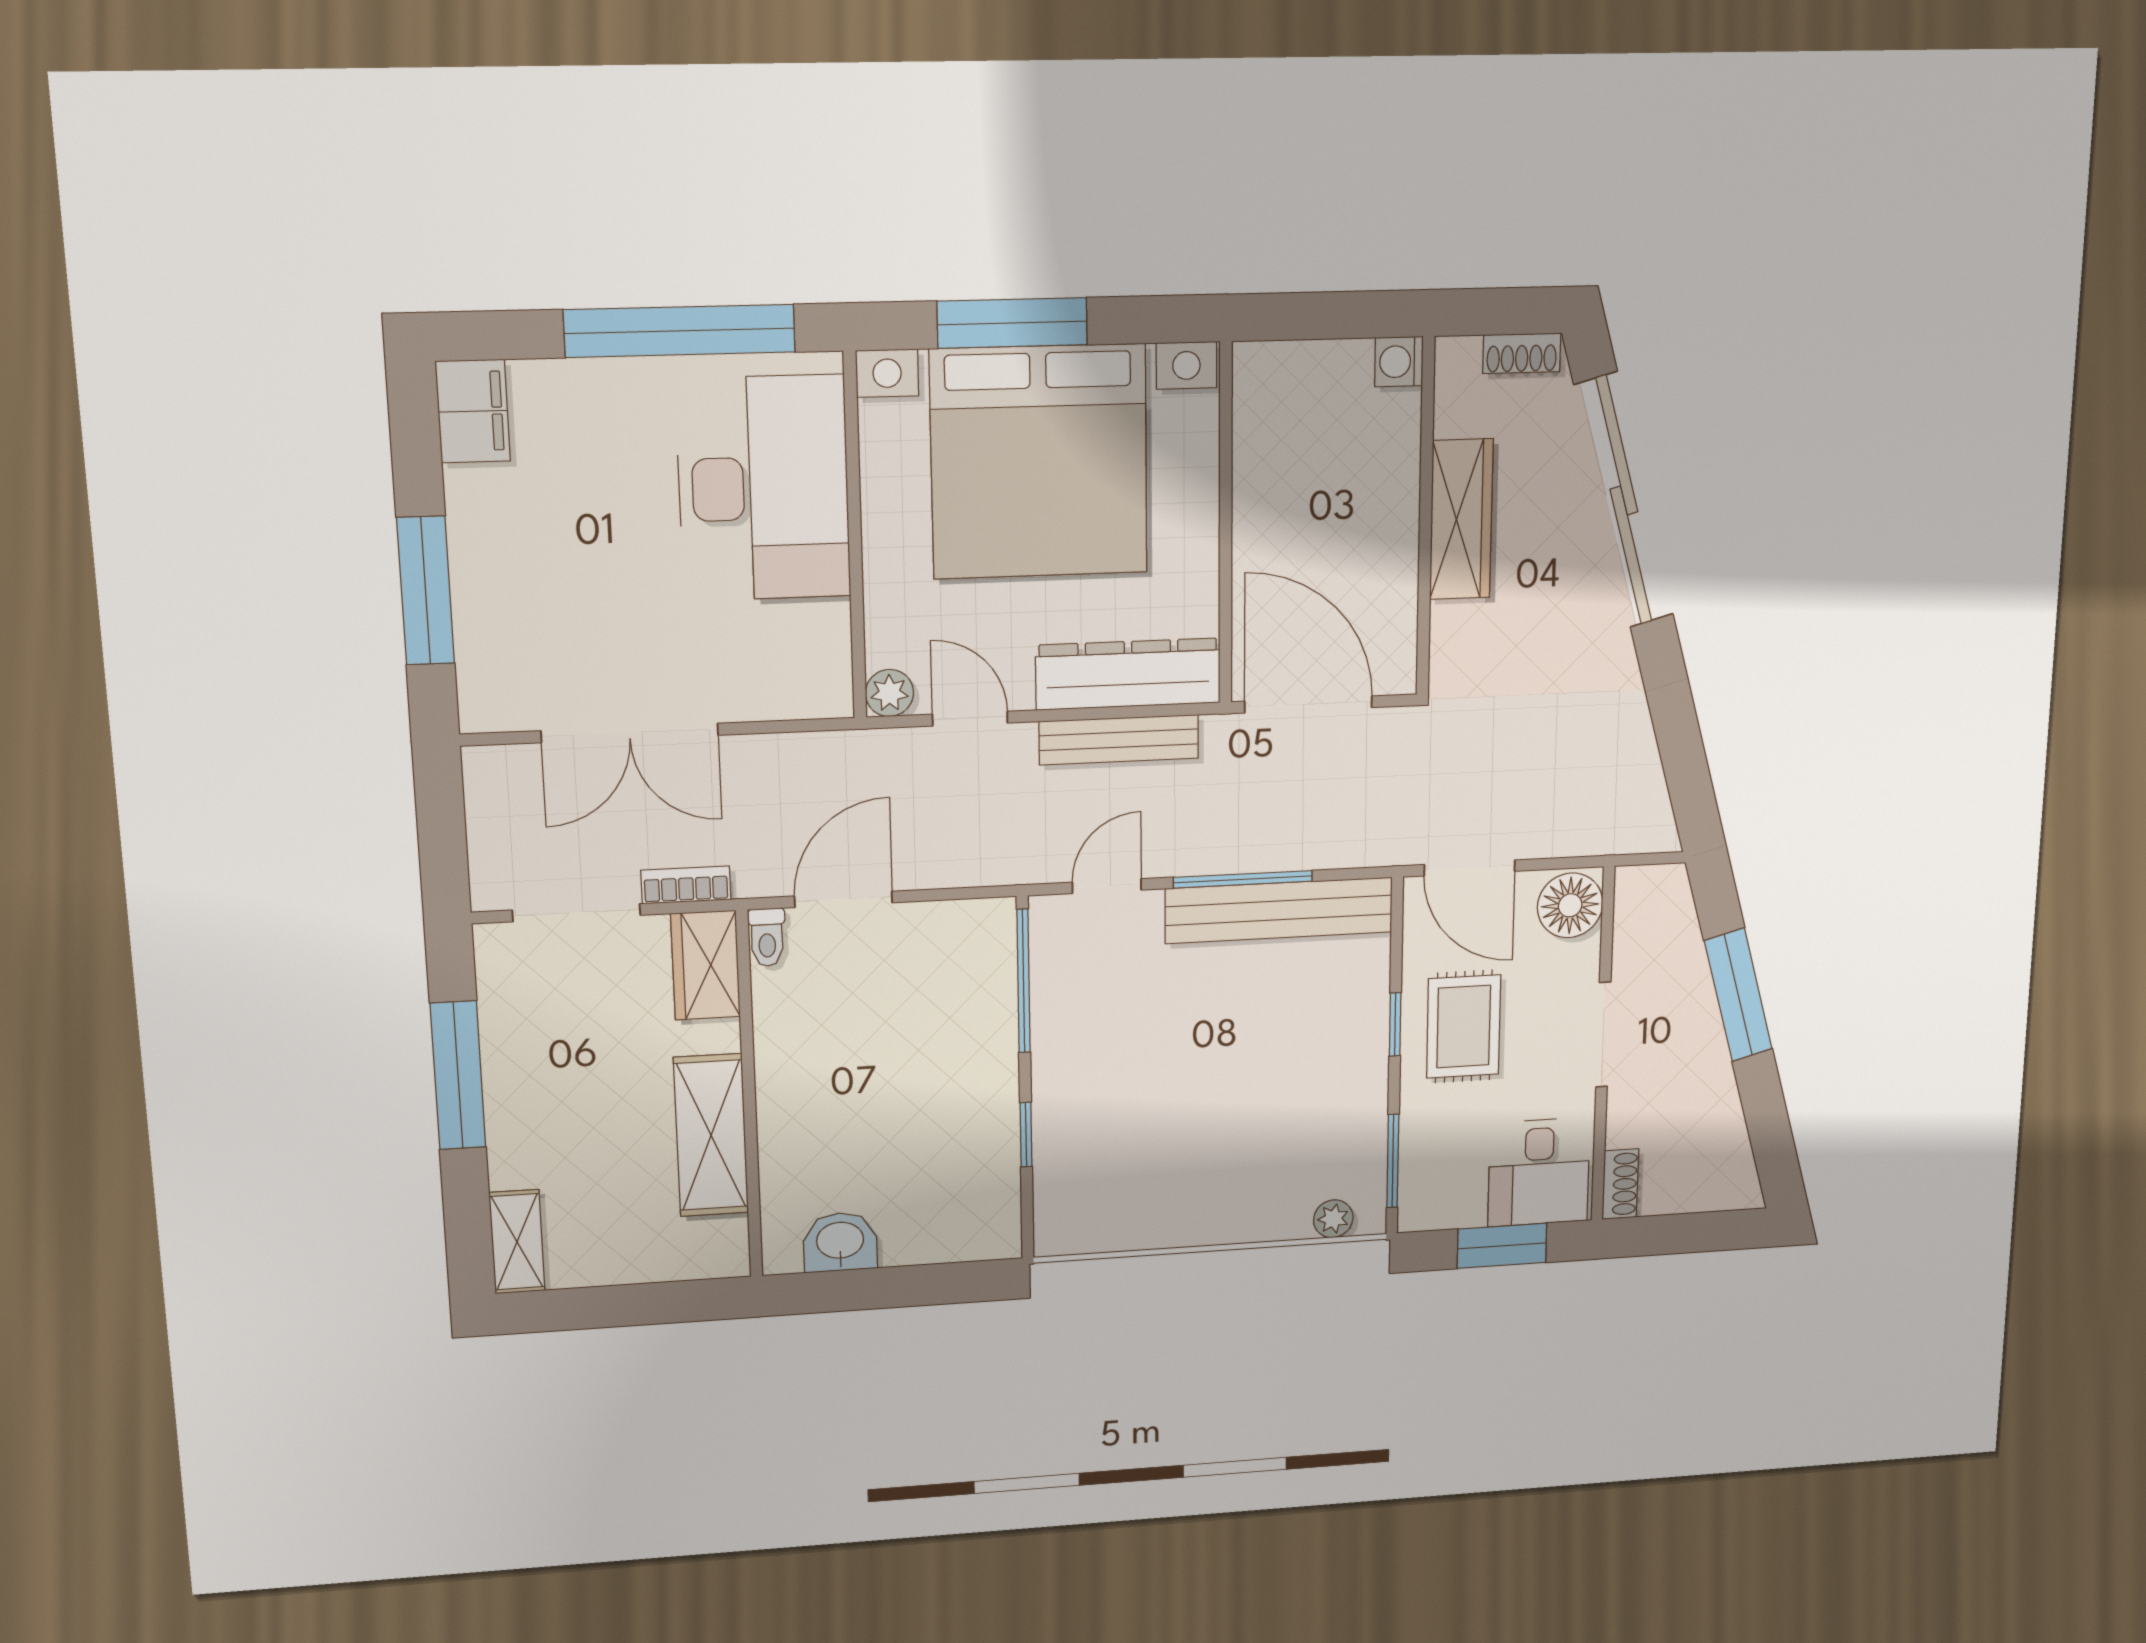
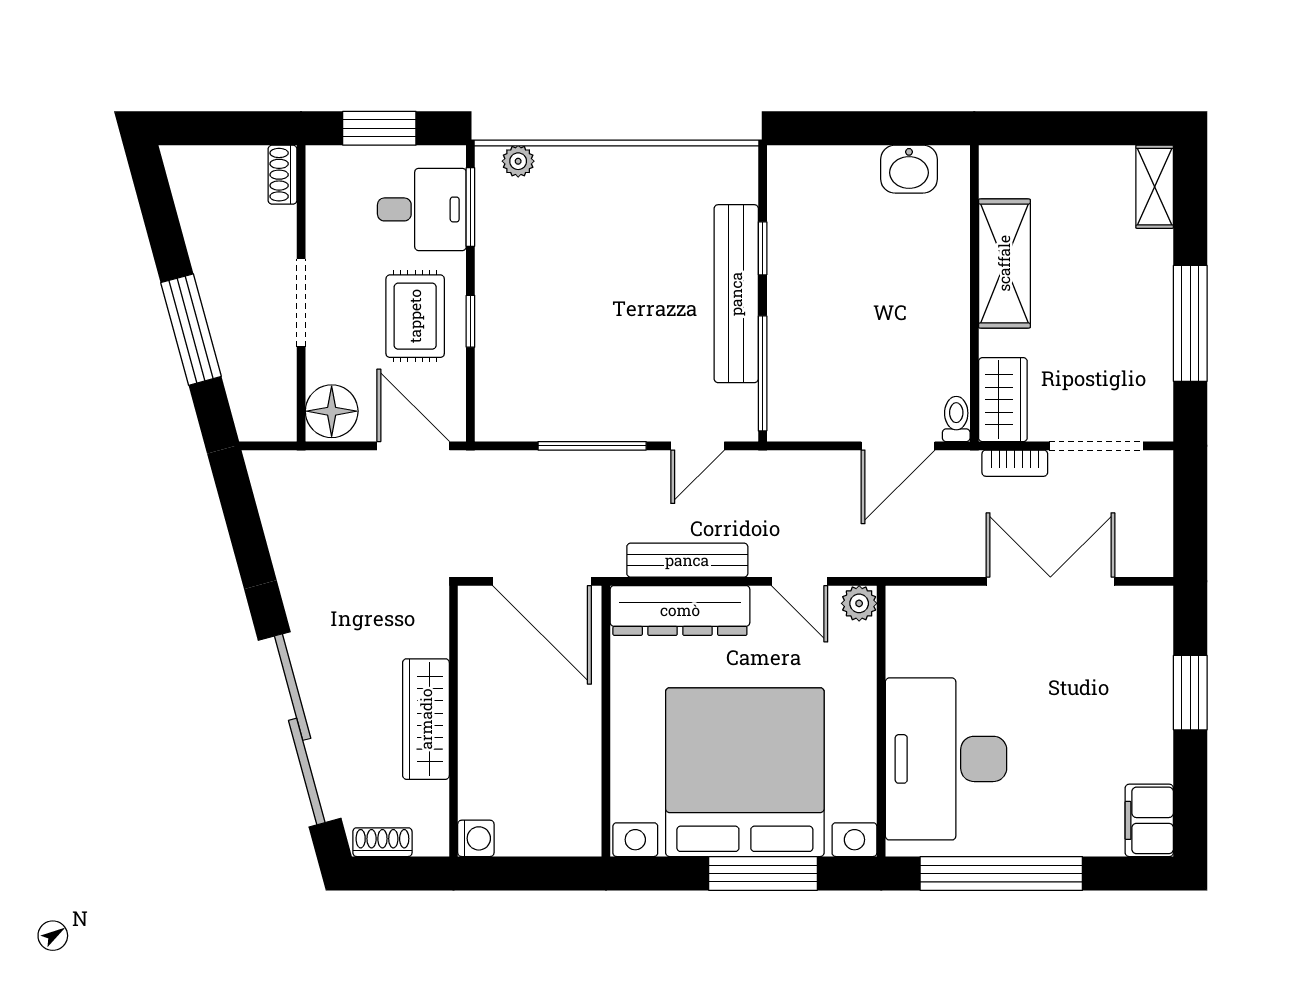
window: (426, 591) -> (1190, 693), width x0.69
bench: (1279, 910) -> (736, 294), moved, turned 90
desk: (1539, 1172) -> (422, 209), moved, turned 90

